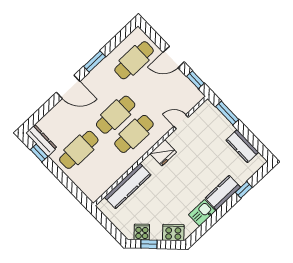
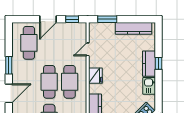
kitchen counter: (242, 146) -> (134, 28), width x1.50
window: (244, 190) -> (158, 63), moved

